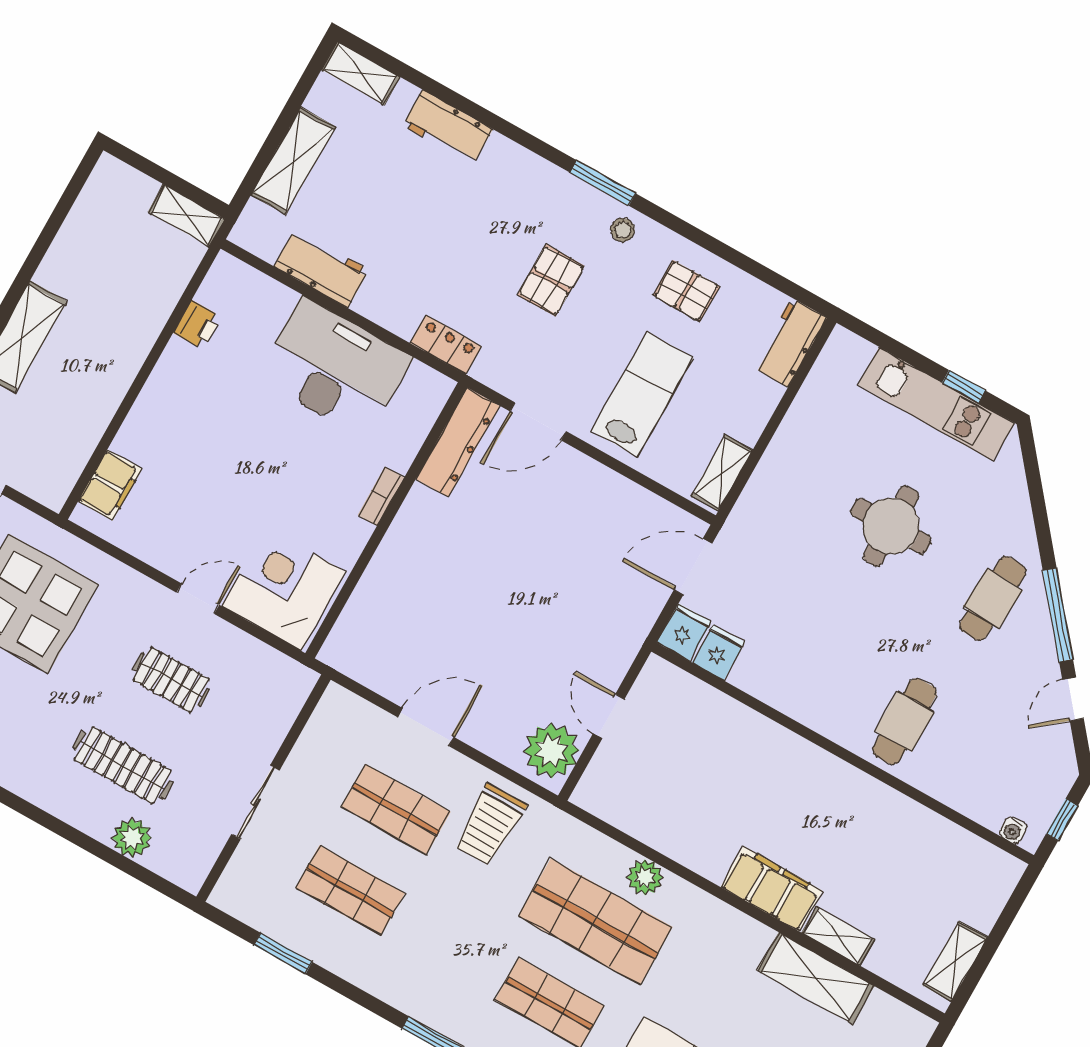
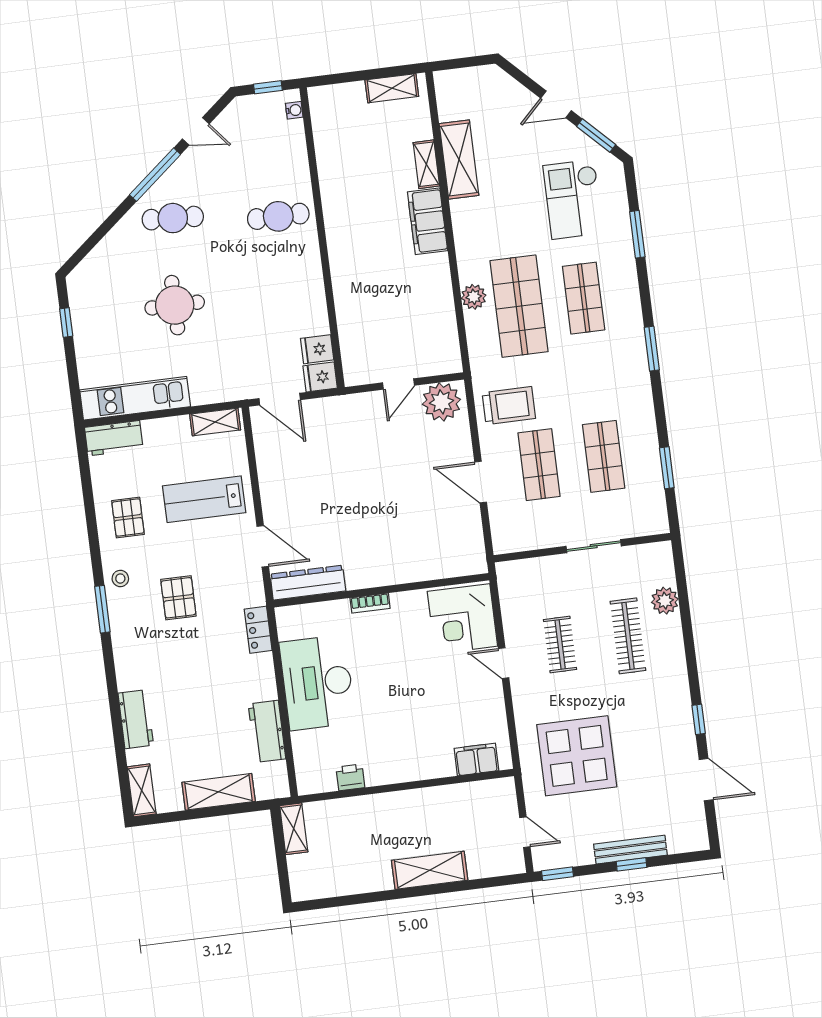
pallet: (551, 280) -> (178, 598), turned 90
kitchen unit: (936, 404) -> (135, 398), moved, turned -90

